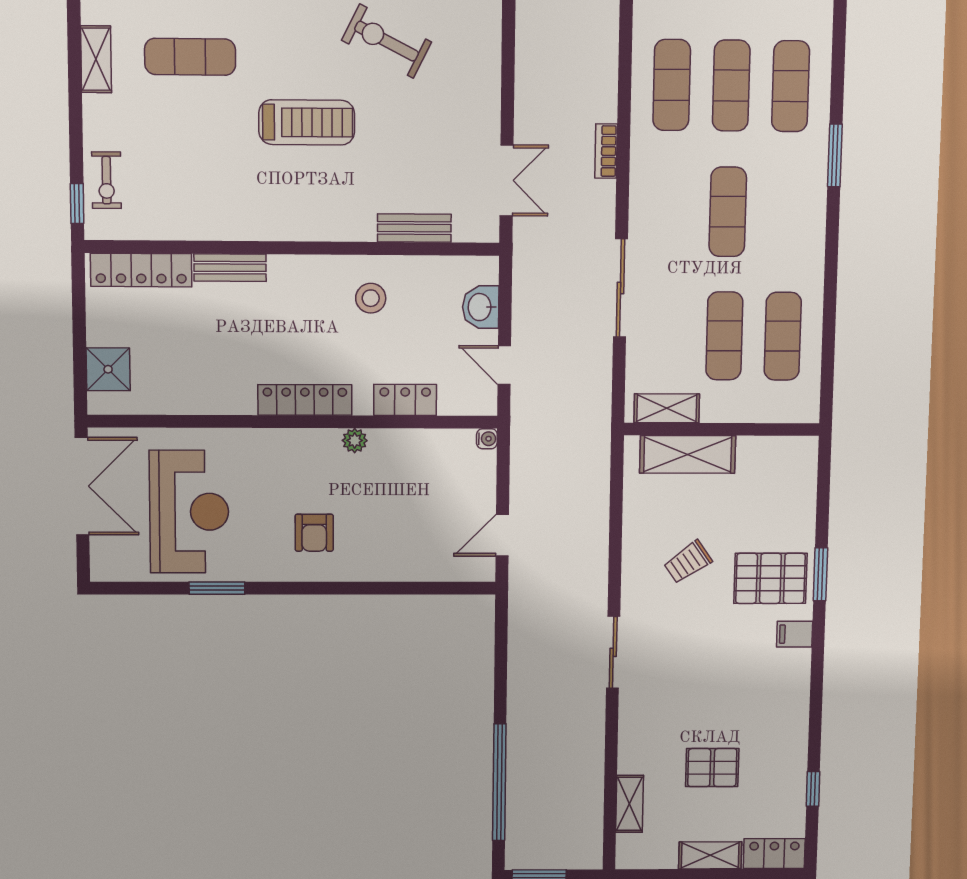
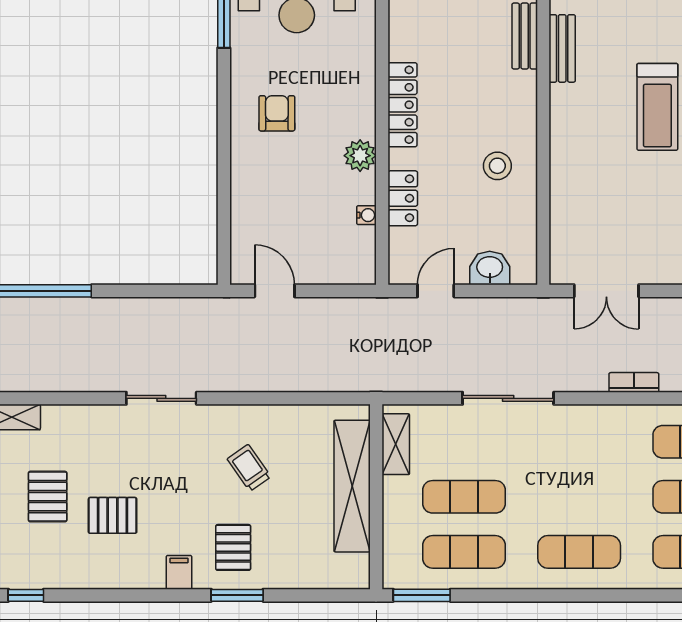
window: (835, 155) -> (422, 595), moved
exercise mat: (728, 212) -> (579, 552), moved
bench: (414, 228) -> (562, 48), moved
water cooler: (487, 439) -> (366, 215), moved, turned -90
plant: (355, 440) -> (360, 156), width x1.38, depth x1.38
shelving: (688, 454) -> (352, 486), width x1.47
armchair: (314, 533) -> (277, 113), turned 90
pallet: (770, 578) -> (233, 547), width x0.67, depth x0.71
pallet: (734, 702) -> (113, 515), added

